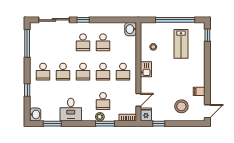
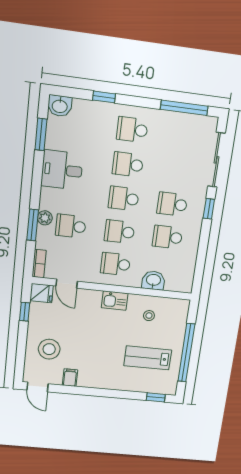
washbasin: (131, 29) -> (153, 280), moved

